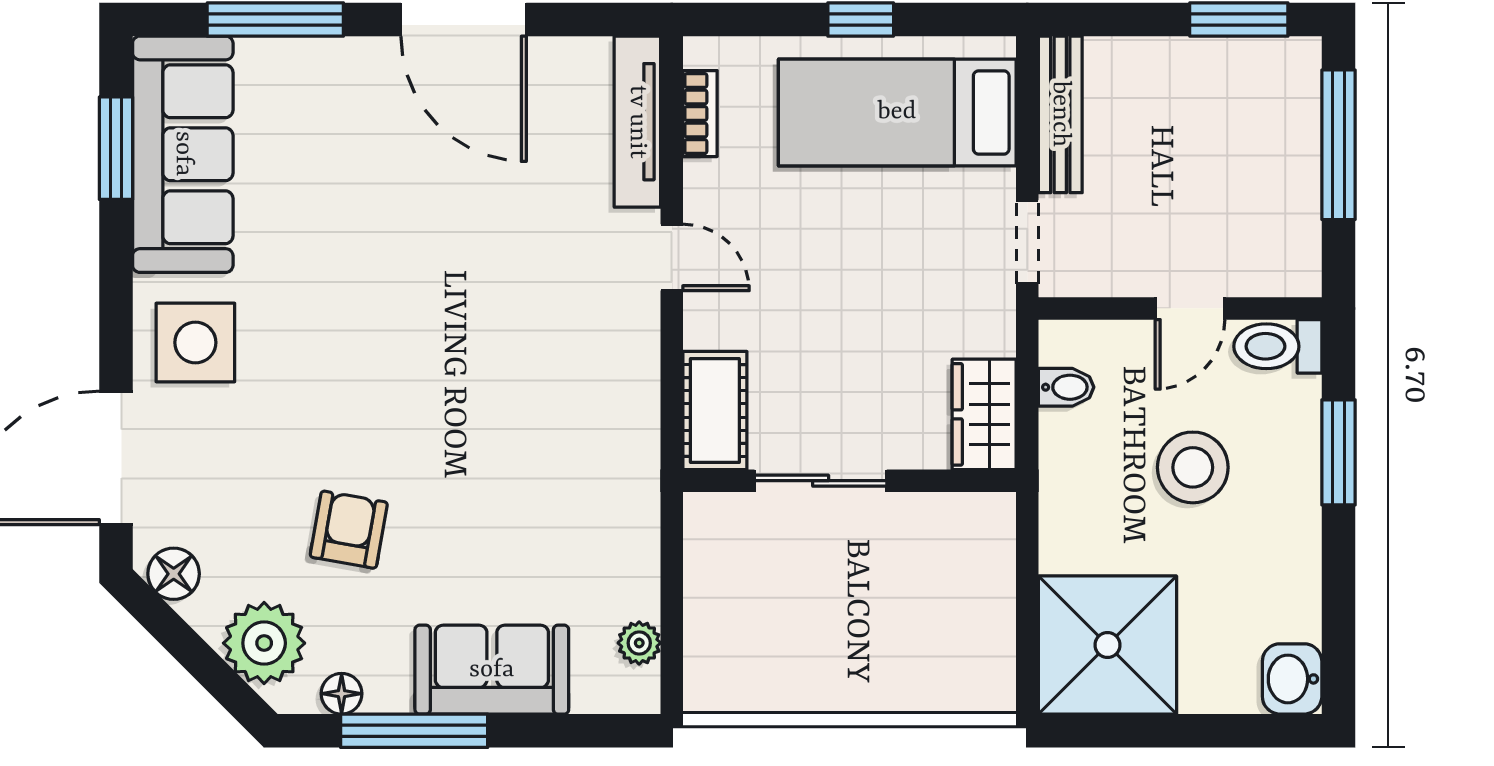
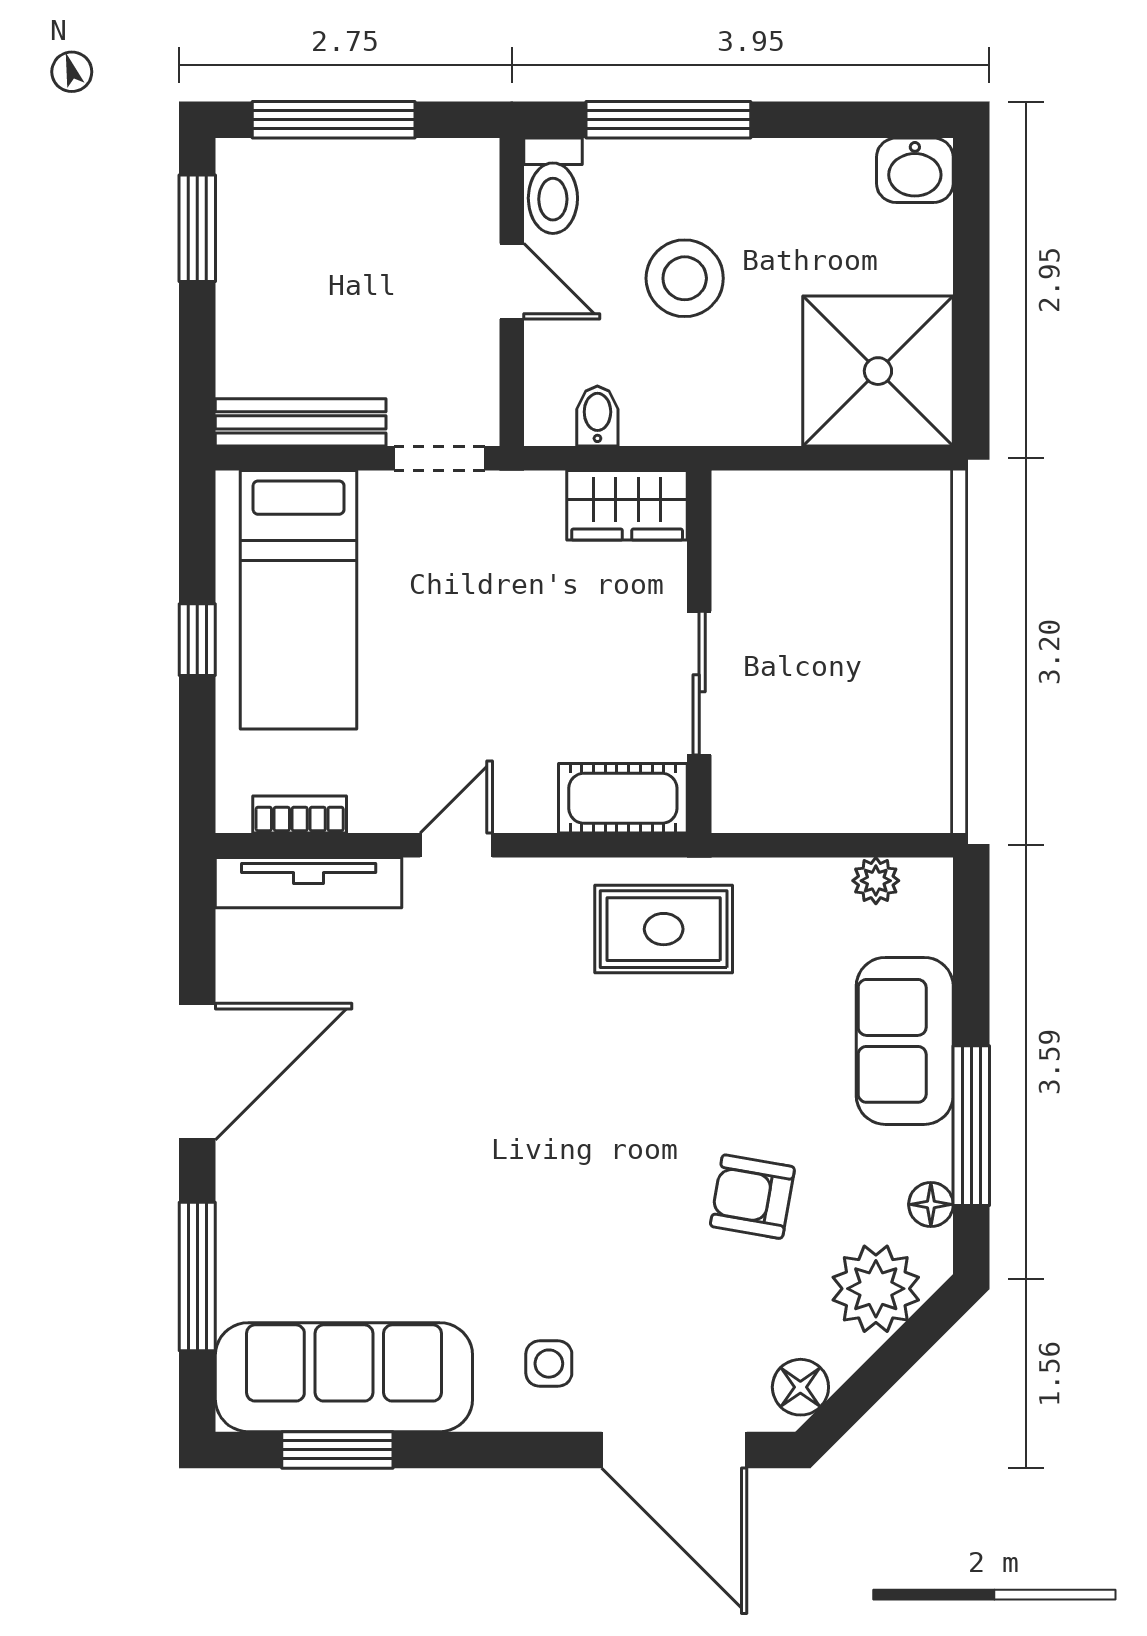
side table: (195, 343) -> (549, 1364), width x0.54, depth x0.54
rug: (595, 448) -> (664, 929), added
window: (1338, 452) -> (668, 120), width x1.44

